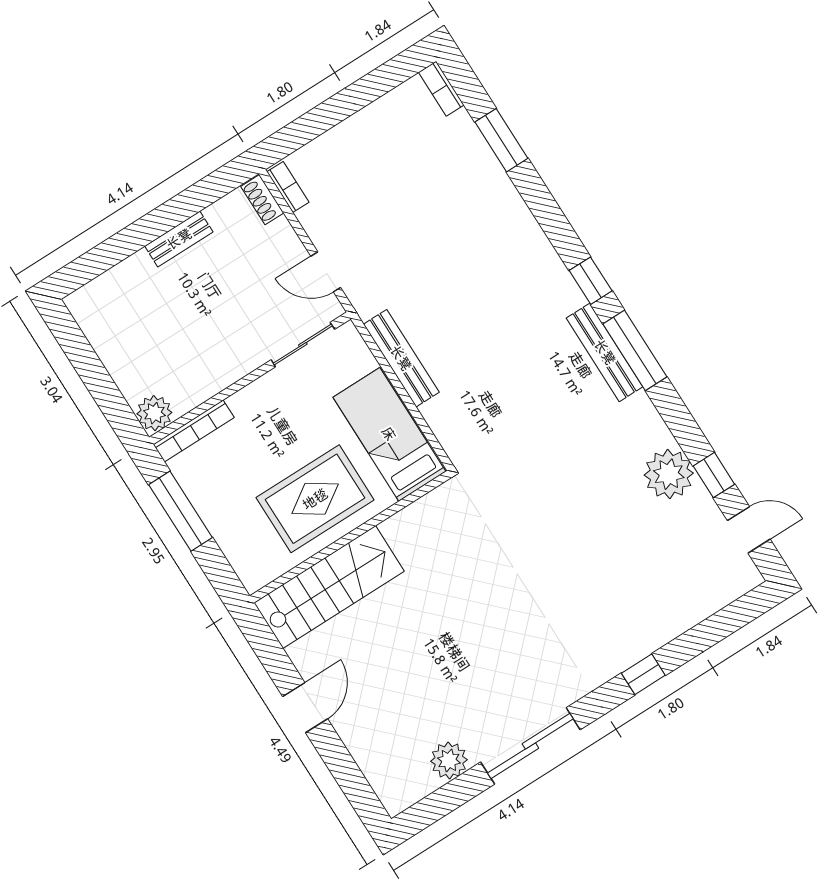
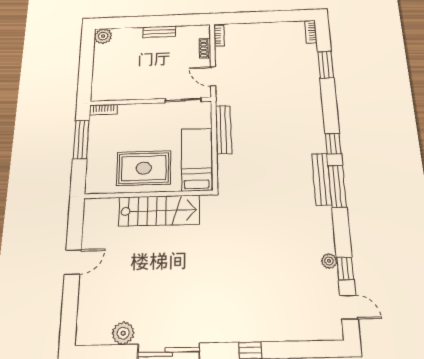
shoe rack: (262, 200) -> (205, 48), moved
plant: (154, 413) -> (103, 36), moved
bookcase: (194, 431) -> (103, 110), width x0.64
plant: (669, 474) -> (329, 261), width x0.53, depth x0.53
stairs: (329, 587) -> (159, 211), moved

